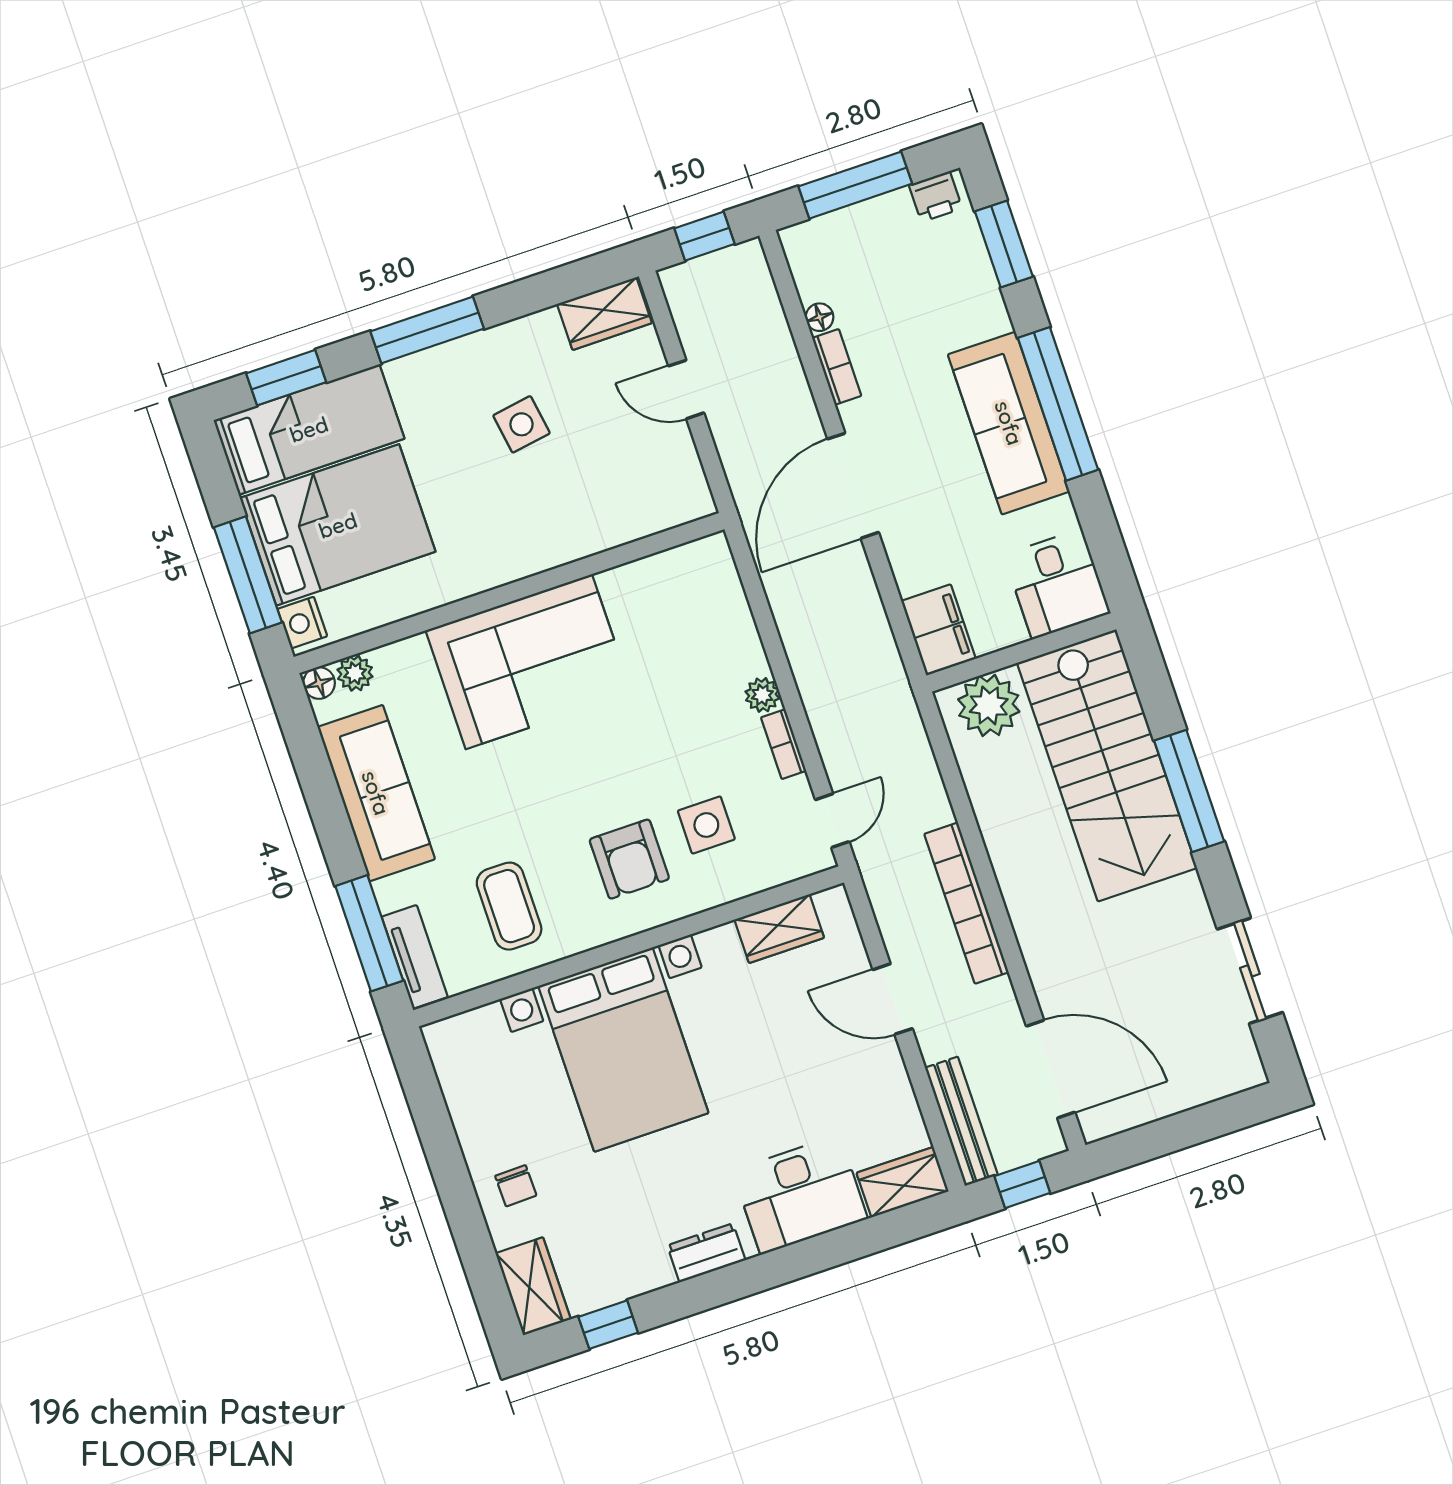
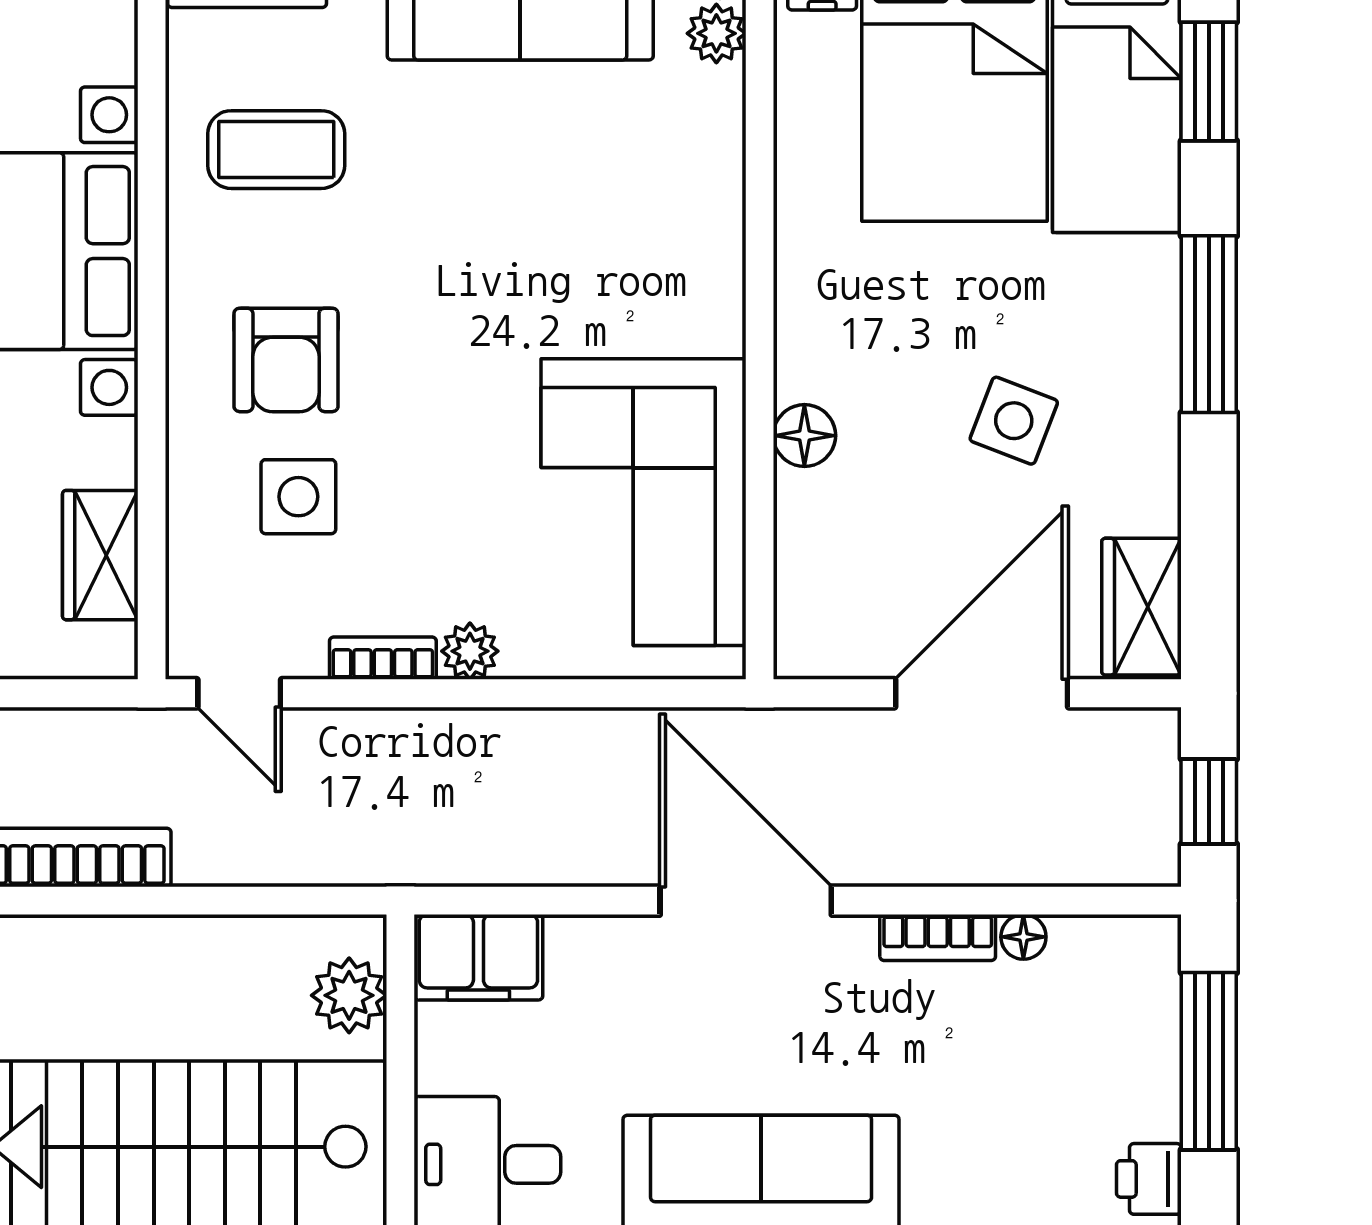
door: (686, 389) -> (982, 693), width x1.88
side table: (521, 424) -> (1014, 421), turned 30
floor lamp: (571, 543) -> (804, 436), added
corner sofa: (529, 662) -> (643, 502), moved
plant: (989, 705) -> (349, 995), width x0.73, depth x0.73
armchair: (629, 859) -> (286, 360), turned -90

